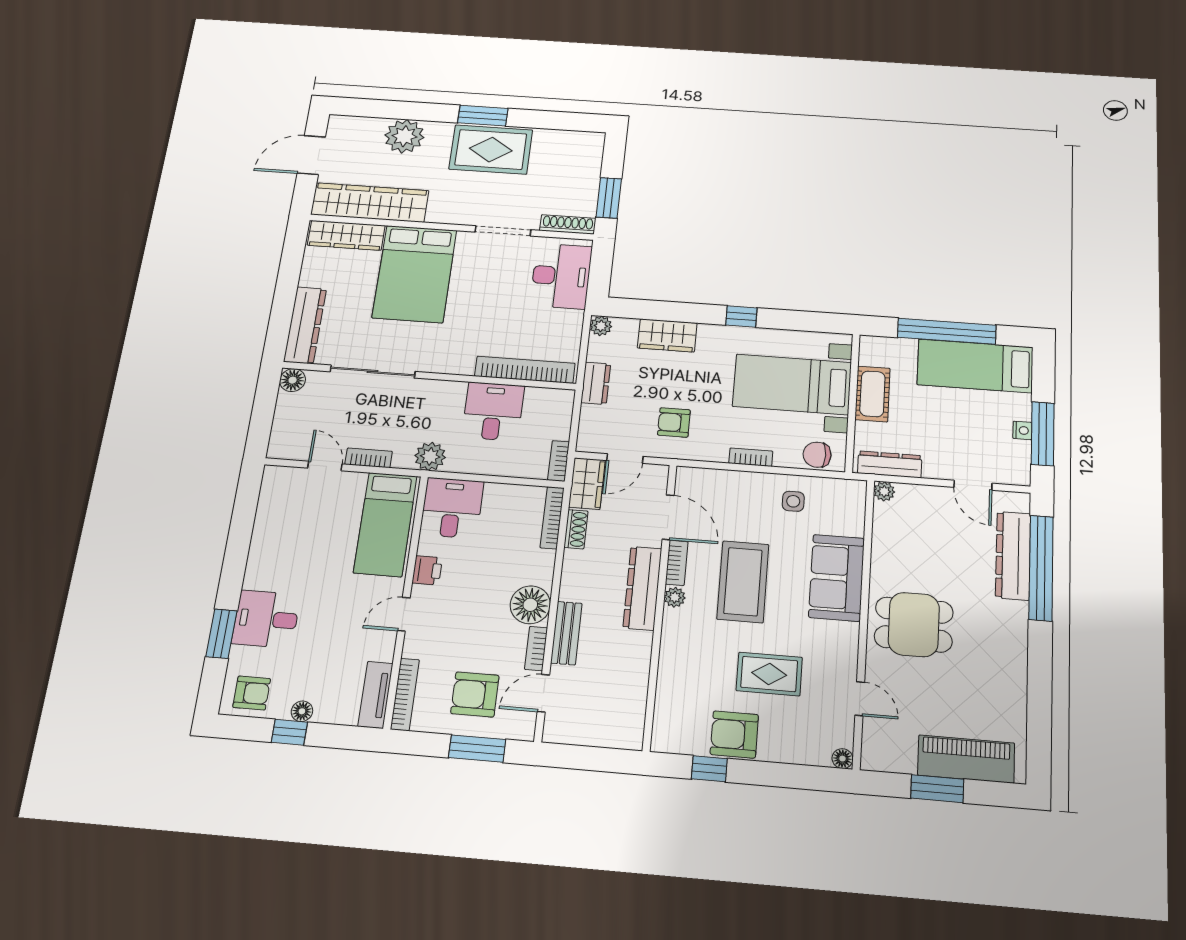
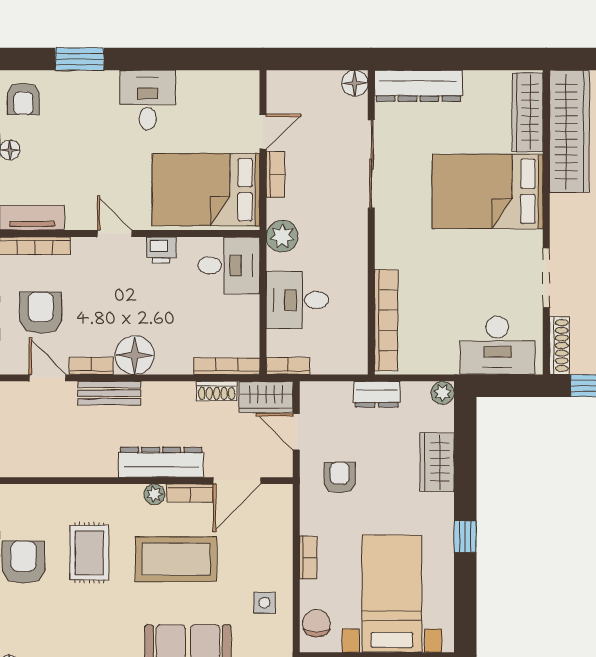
desk: (493, 411) -> (297, 300), moved, turned 180
bed: (385, 524) -> (206, 190), width x1.50
desk: (266, 619) -> (148, 100), moved
rug: (769, 674) -> (89, 553), moved

